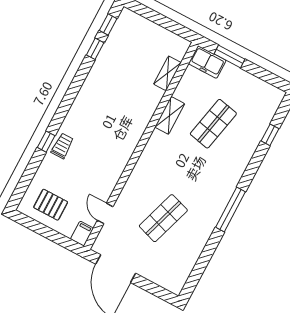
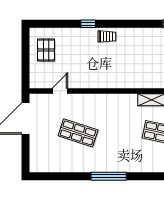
trolley: (62, 146) -> (107, 36), moved
filing cabinet: (82, 234) -> (38, 82), removed

